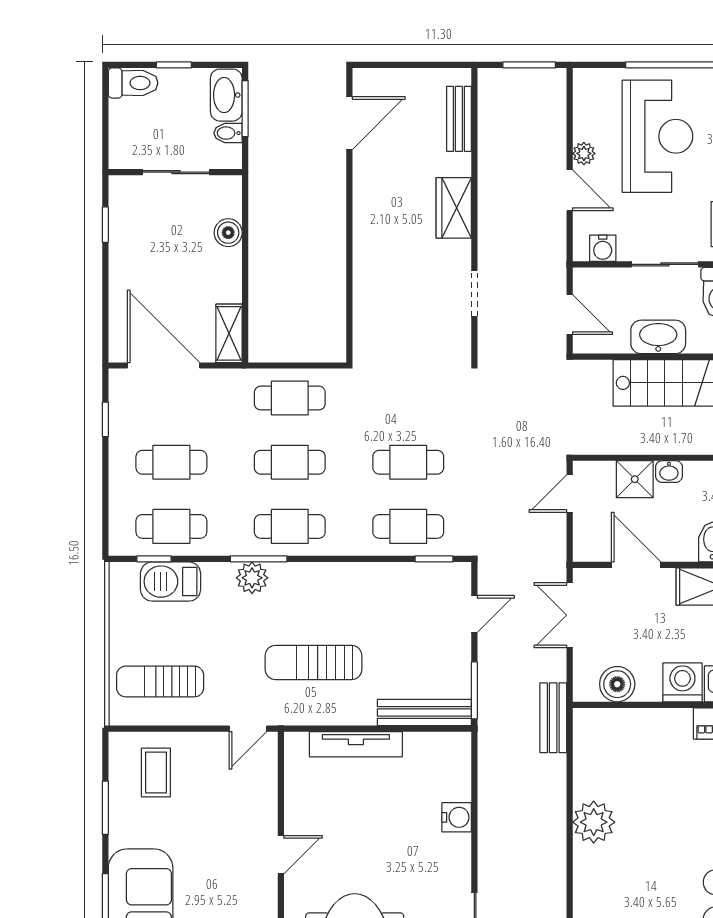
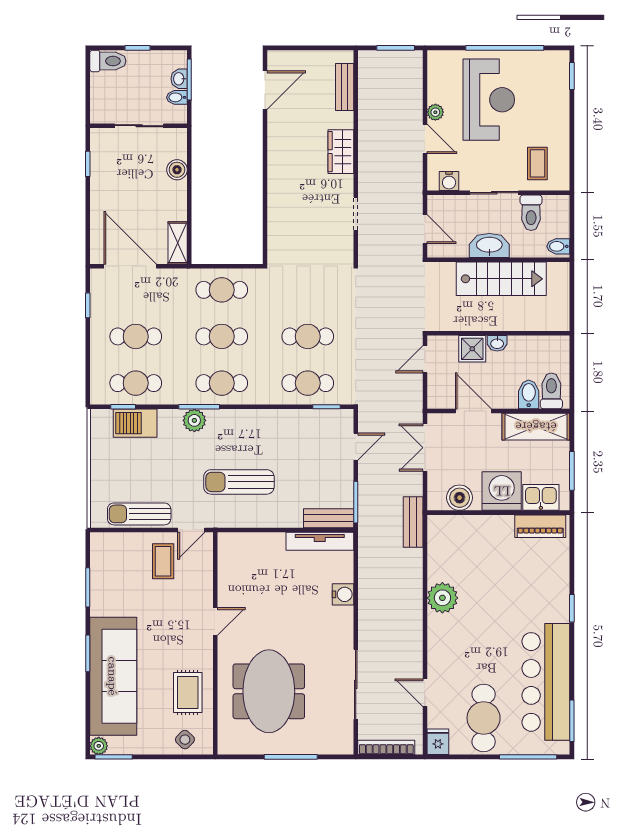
washbasin: (226, 95) -> (179, 79), width x0.52, depth x0.69
sun lounger: (160, 681) -> (139, 514), moved
washing machine: (682, 682) -> (502, 491), width x1.37, depth x1.37
bench: (424, 712) -> (329, 518), width x0.73
tv unit: (356, 744) -> (320, 541), moved
coffee table: (156, 773) -> (163, 561), moved

